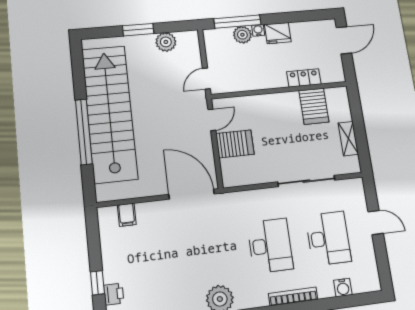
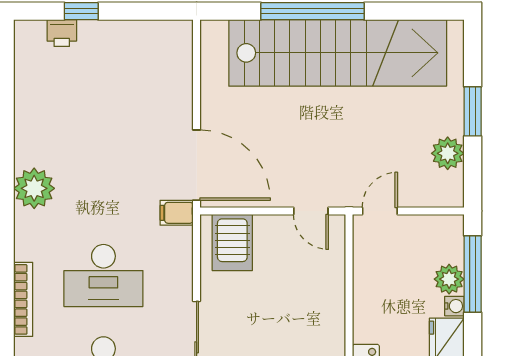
door: (206, 79) -> (380, 211), hinge flipped
server rack: (235, 144) -> (232, 242), moved
door: (192, 194) -> (197, 165), hinge flipped
filing cabinet: (127, 215) -> (177, 213), moved

